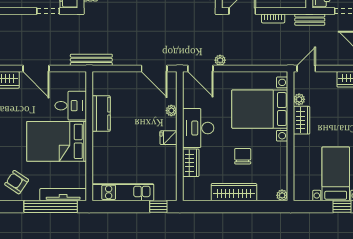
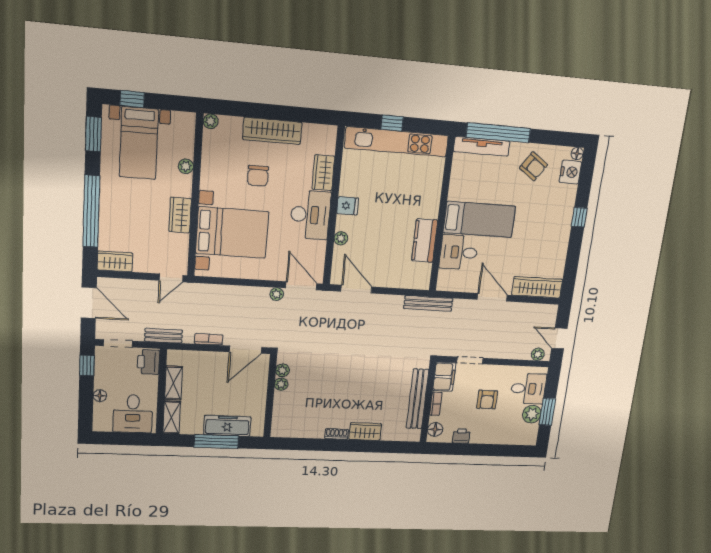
plant: (299, 99) -> (186, 166), moved
bed: (57, 141) -> (479, 219), width x0.67
kitchen unit: (123, 192) -> (397, 142), width x1.36
window: (158, 207) -> (392, 123), moved

